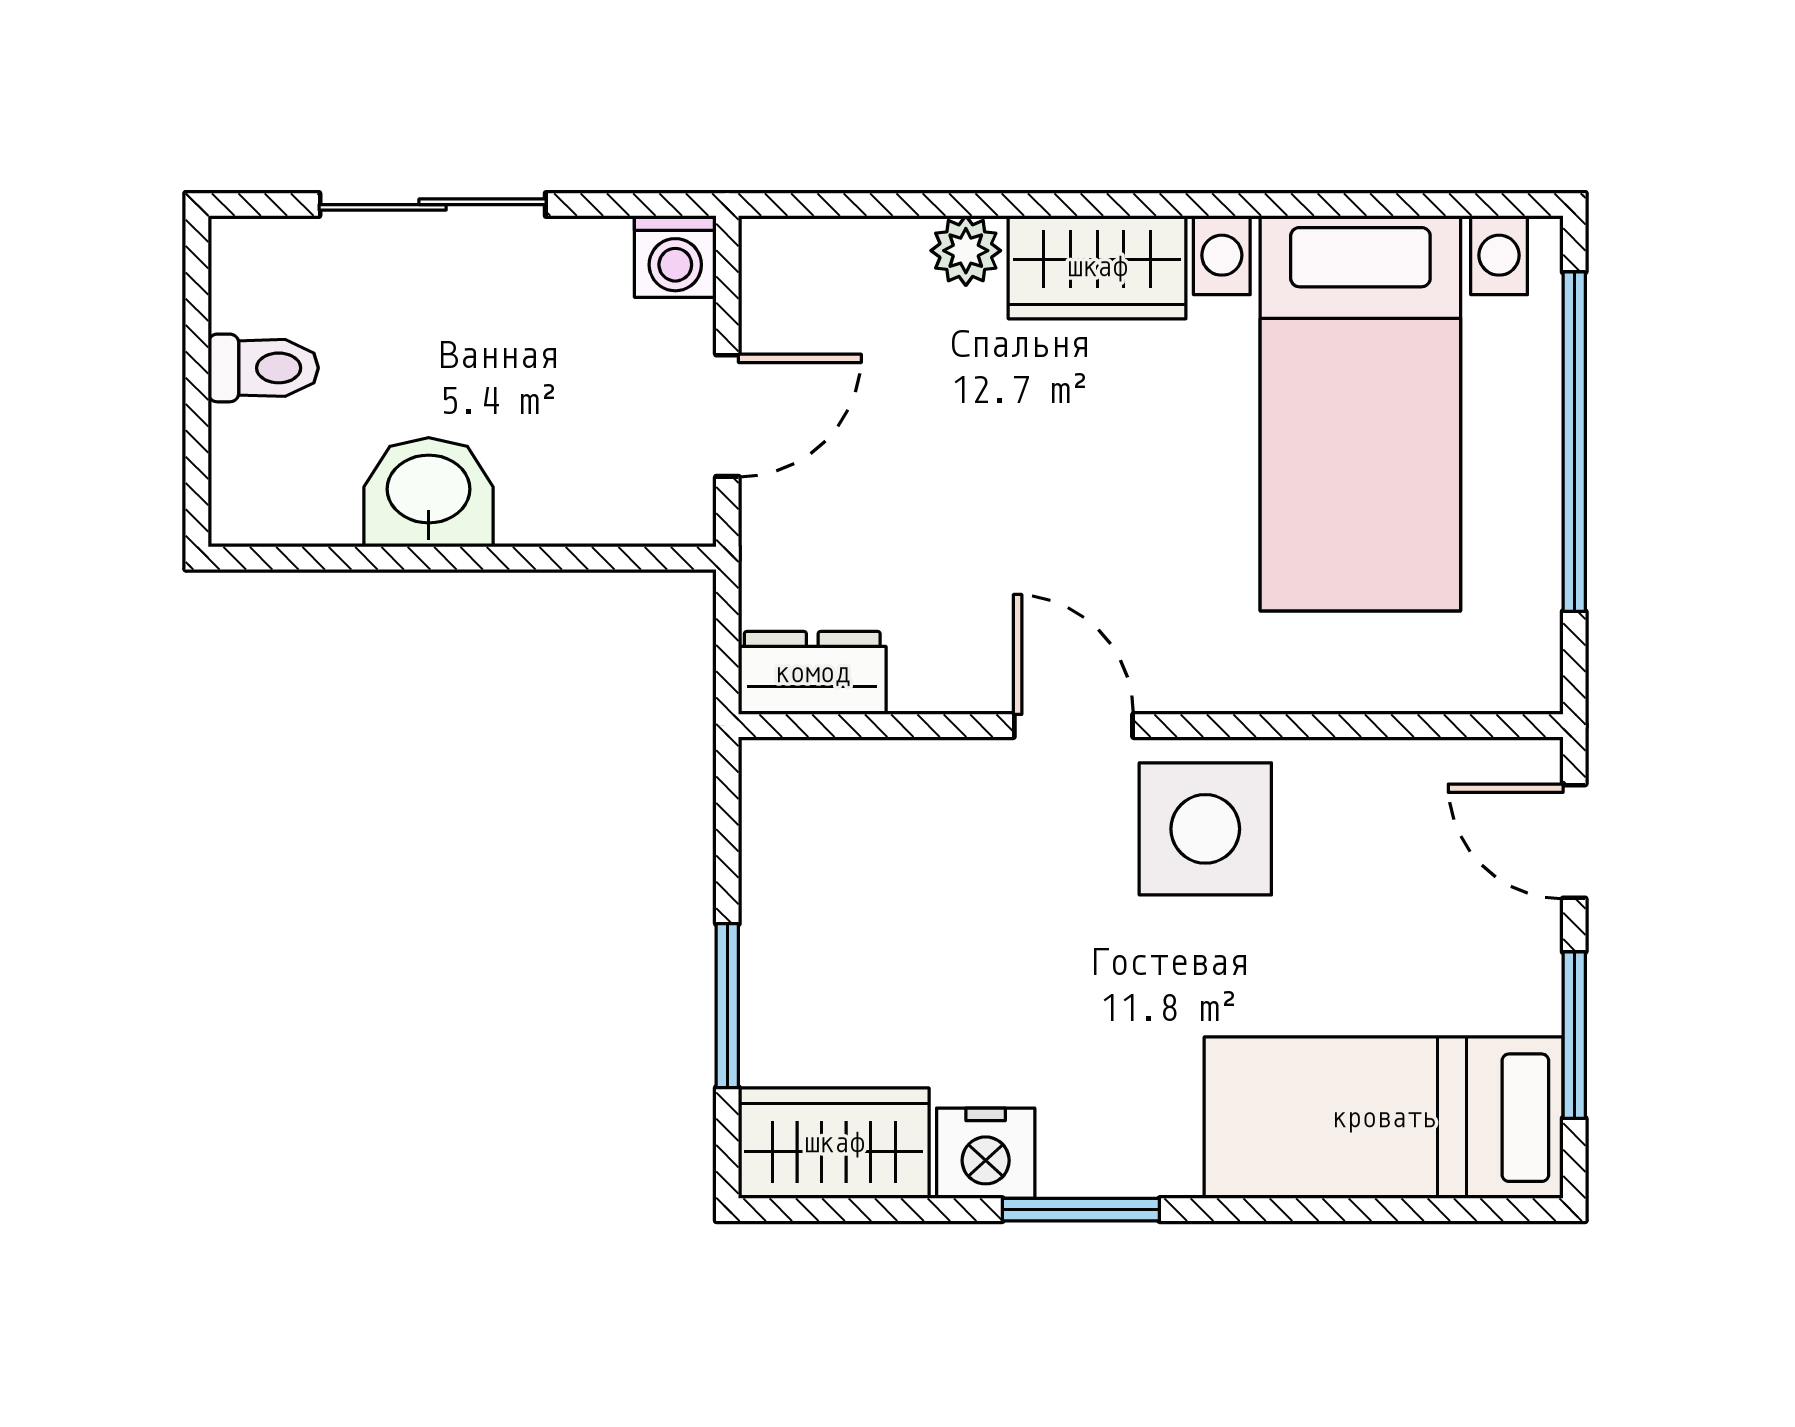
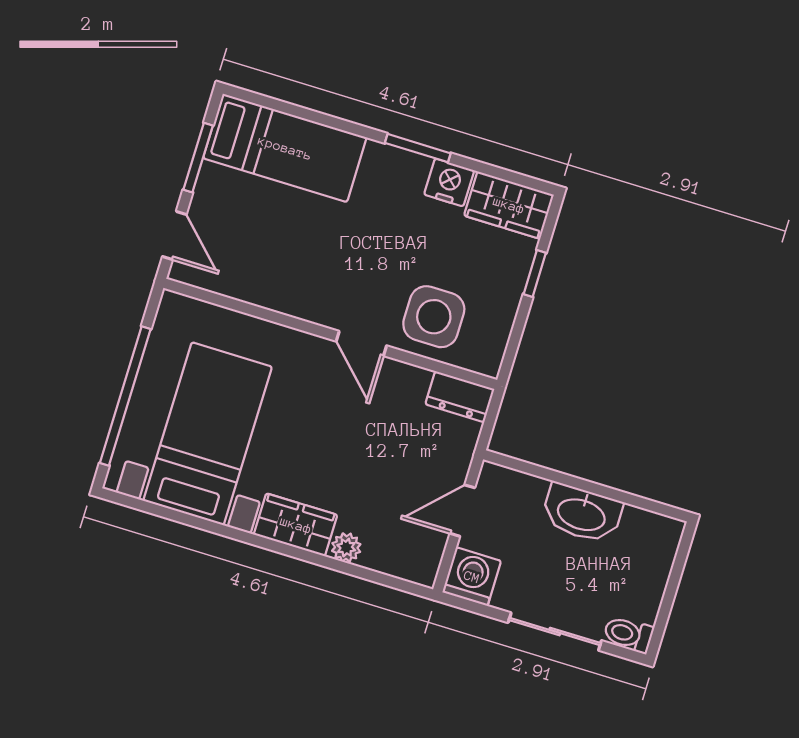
washing machine: (675, 257) -> (472, 577), width x1.38, depth x1.38
toilet: (263, 368) -> (628, 634), moved
washbasin: (429, 492) -> (582, 513), width x1.38
side table: (1205, 829) -> (434, 317), moved
window: (727, 1006) -> (535, 273), width x0.67

